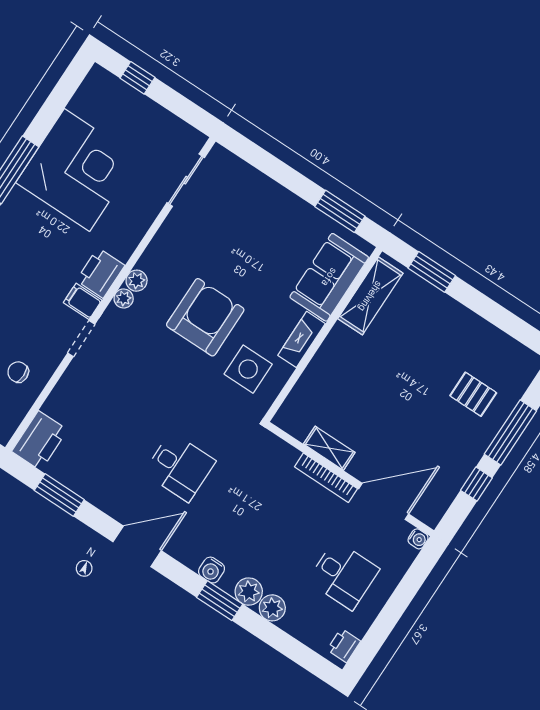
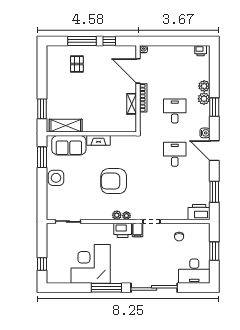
side table: (248, 369) -> (56, 178), moved
water cooler: (212, 570) -> (205, 133), moved
desk: (344, 575) -> (175, 111), moved

